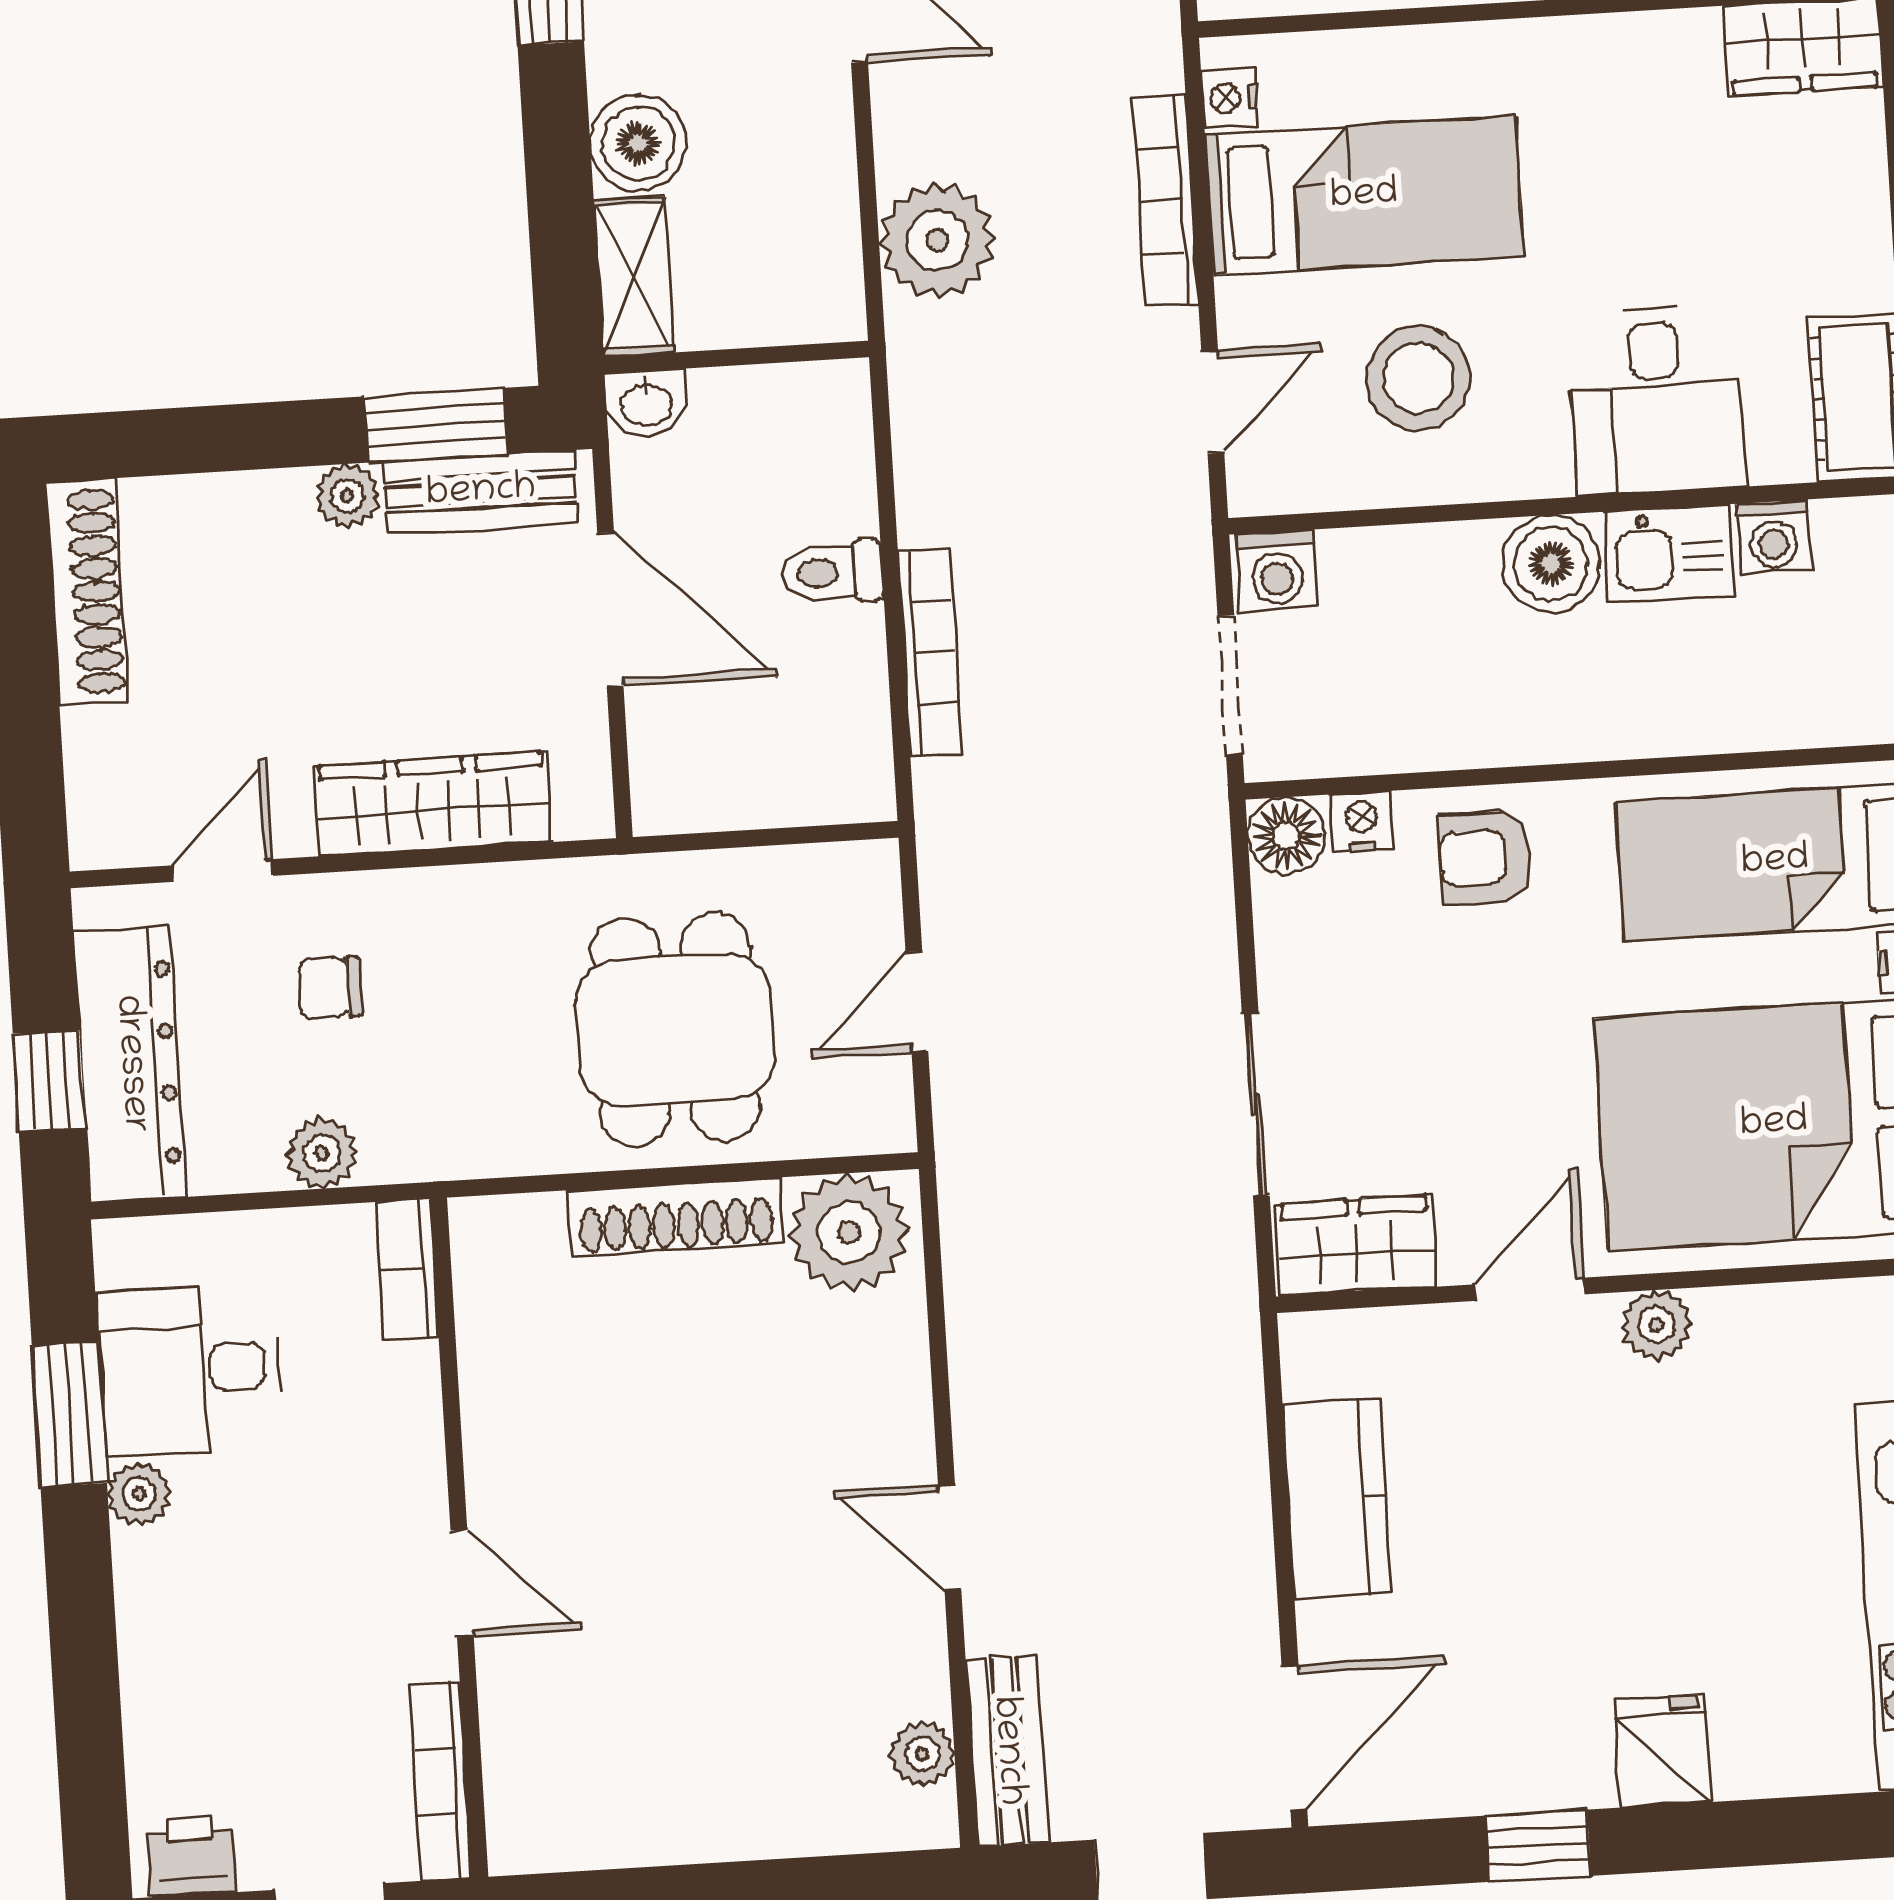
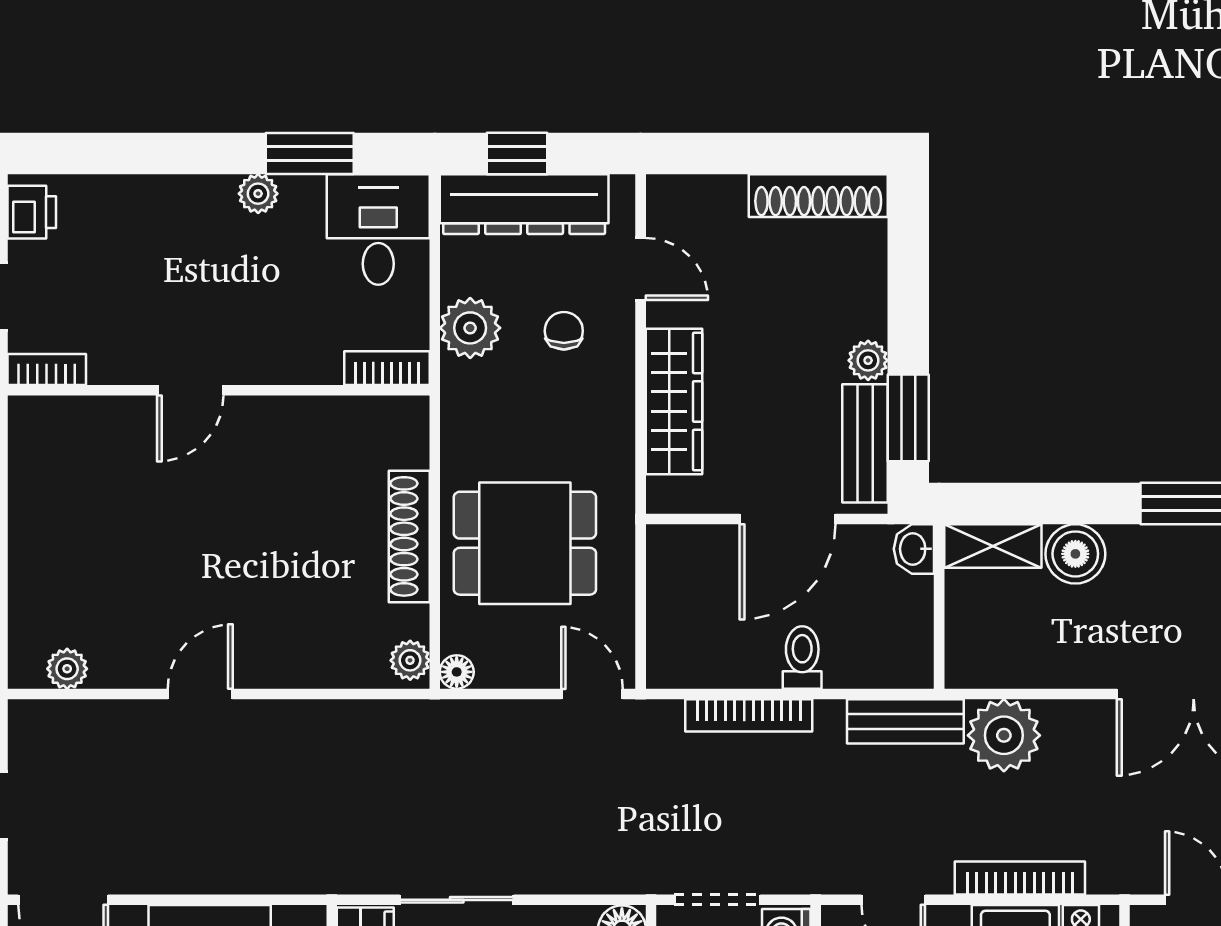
door: (917, 1001) -> (592, 694), moved
floor lamp: (889, 1127) -> (457, 672), added
plant: (322, 1153) -> (470, 328), width x1.38, depth x1.38
plant: (849, 1232) -> (410, 660), width x0.53, depth x0.53
desk: (189, 1369) -> (378, 230), moved
bench: (1007, 1751) -> (905, 721), moved
bookcase: (441, 1781) -> (47, 370), width x0.64

